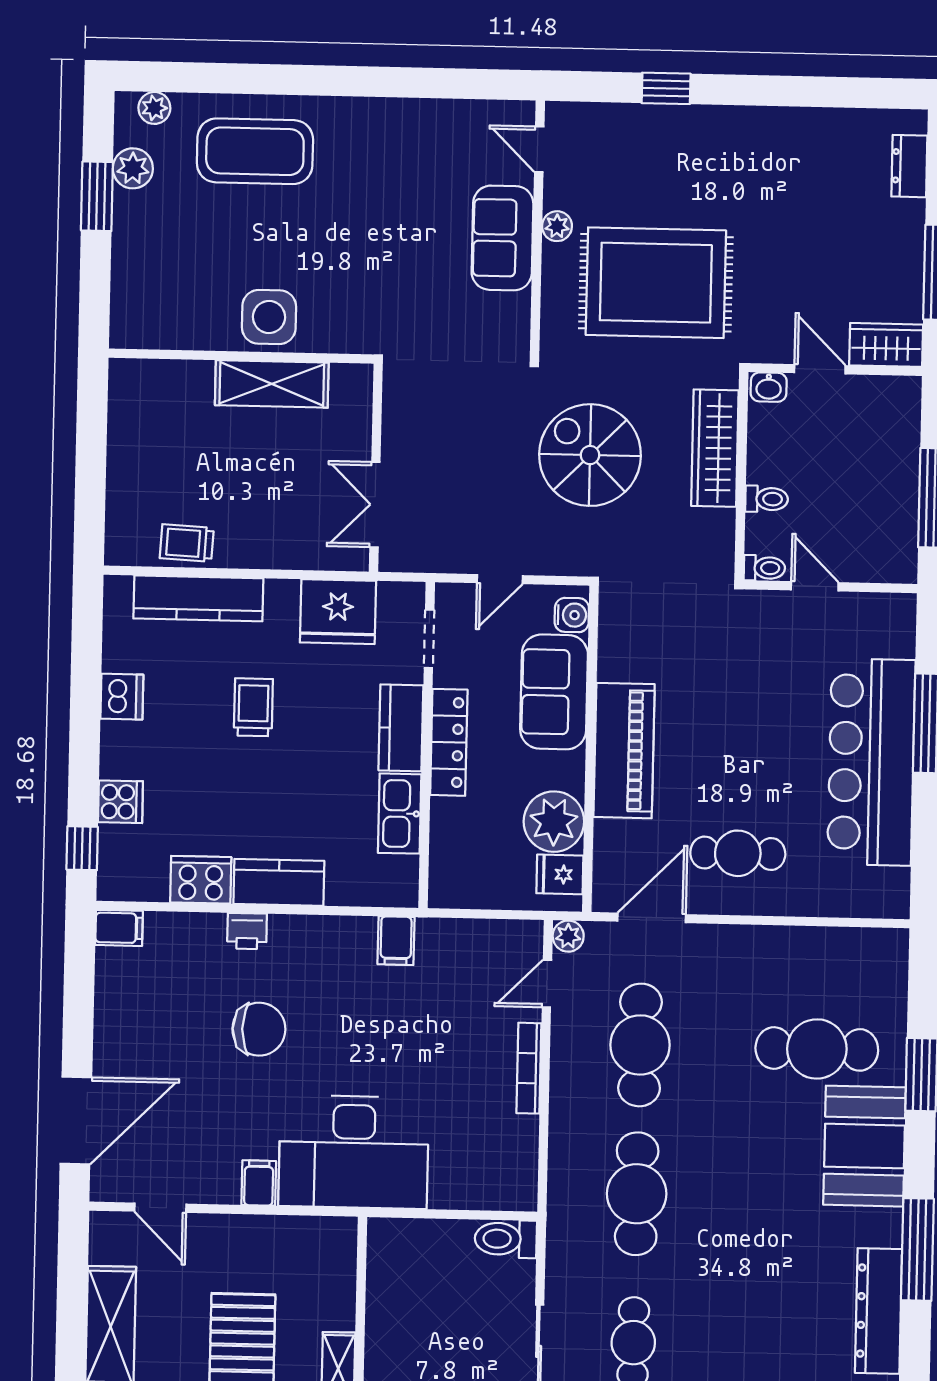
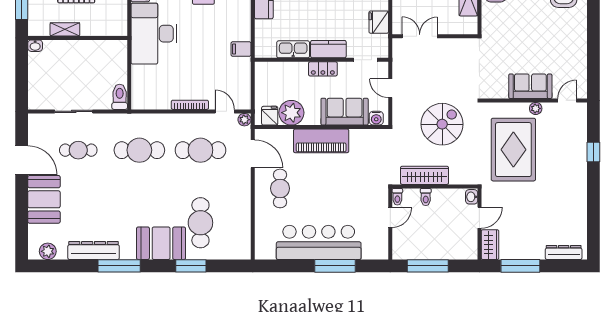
dresser: (909, 166) -> (564, 253), width x1.44
wardrobe: (715, 448) -> (424, 175), moved
fridge: (338, 612) -> (379, 22), width x0.73, depth x0.75
locker: (449, 742) -> (323, 69), width x0.66

